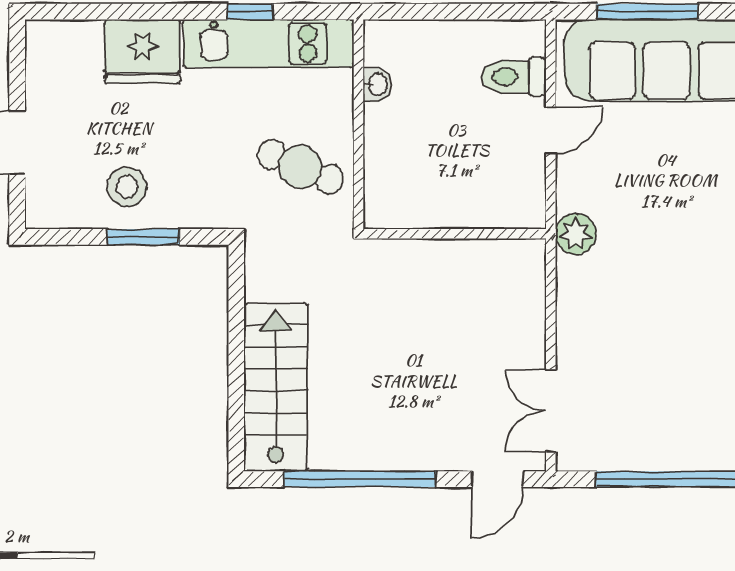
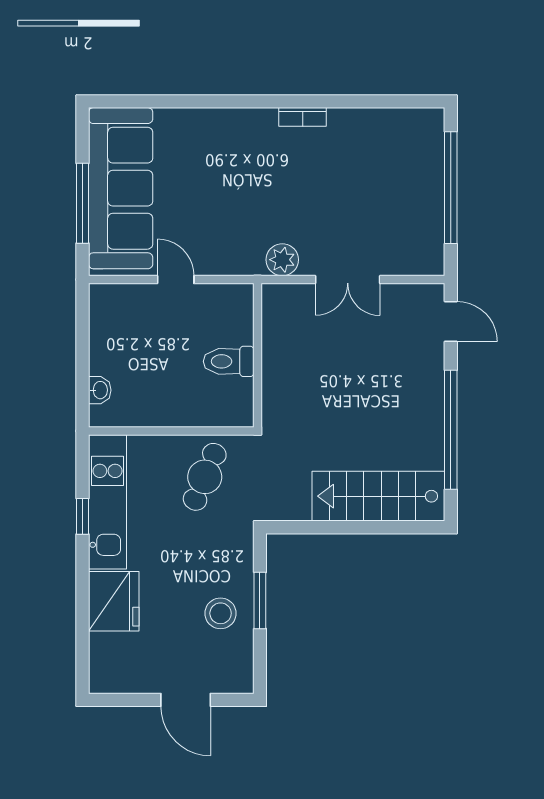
toilet: (514, 77) -> (229, 361), moved, turned 90
washbasin: (377, 85) -> (100, 390), moved, turned 90
plant: (576, 234) -> (282, 260), moved
double door: (551, 411) -> (348, 280), moved

